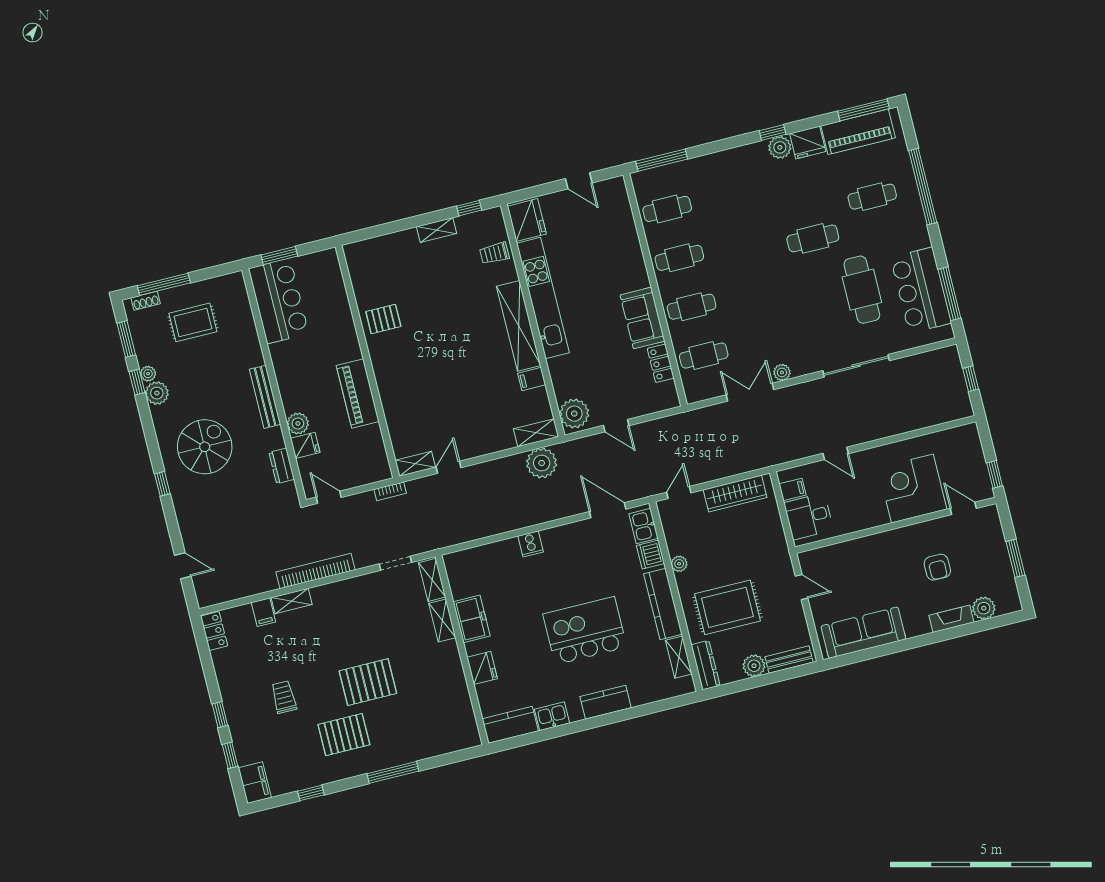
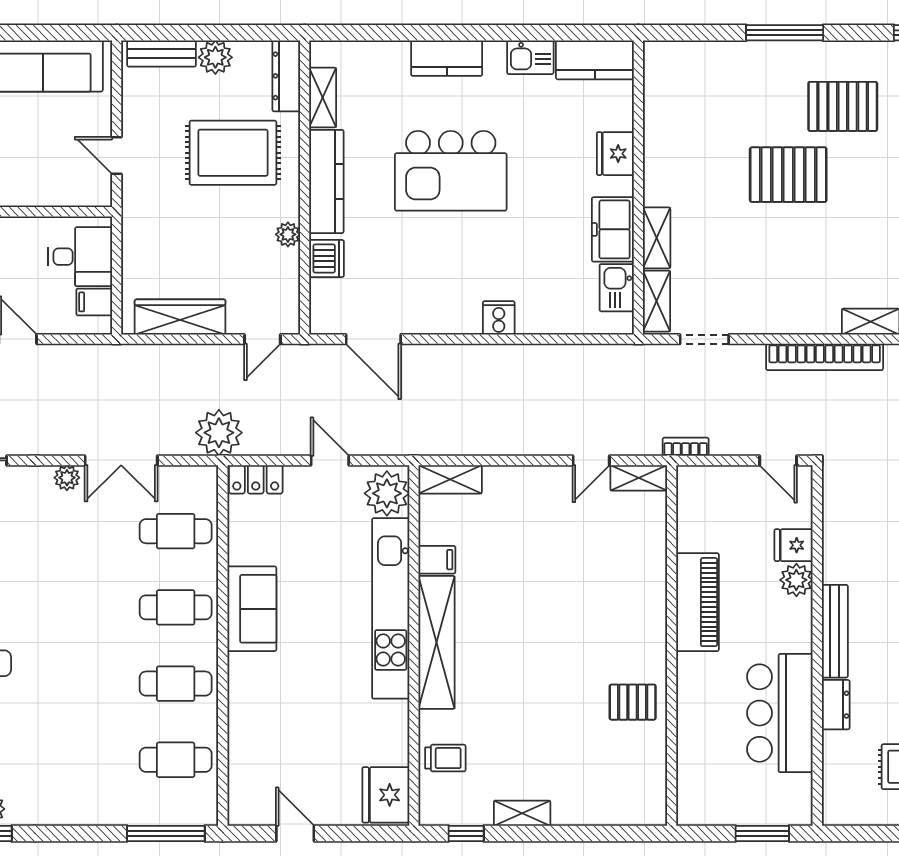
kitchen unit: (543, 298) -> (391, 608), moved
bar counter: (279, 301) -> (780, 713), moved
locker: (661, 363) -> (256, 479), moved, turned 90
plant: (542, 463) -> (219, 433), moved
dresser: (282, 466) -> (836, 705), moved
kitchen sink: (644, 526) -> (617, 288), moved, turned 180

